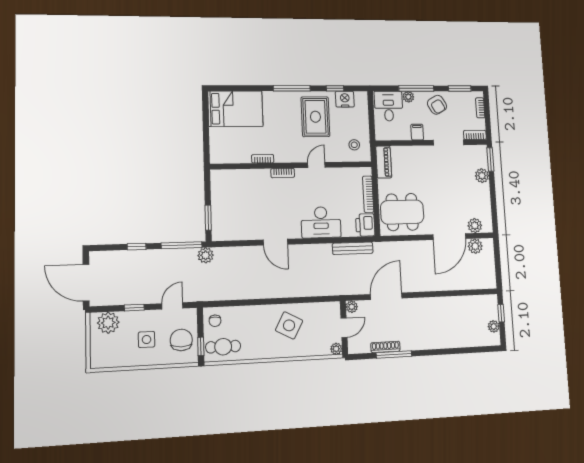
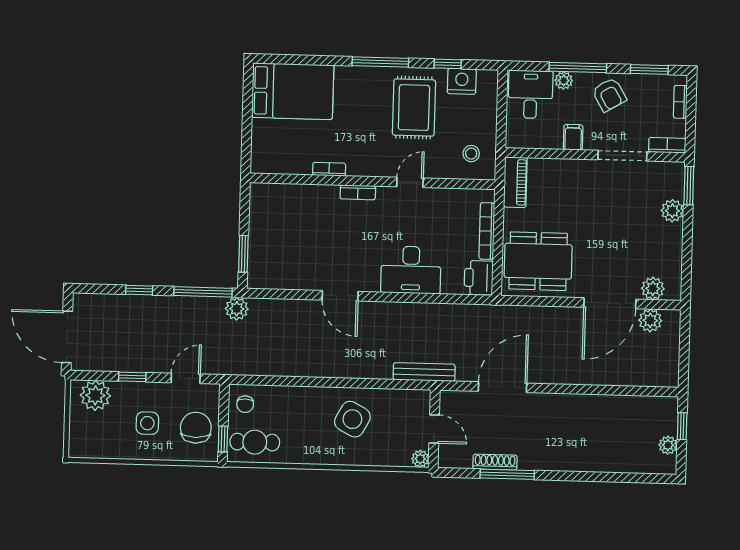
bench: (353, 248) -> (424, 372), moved
plant: (352, 307) -> (448, 399), removed
door: (344, 328) -> (434, 429), hinge flipped

